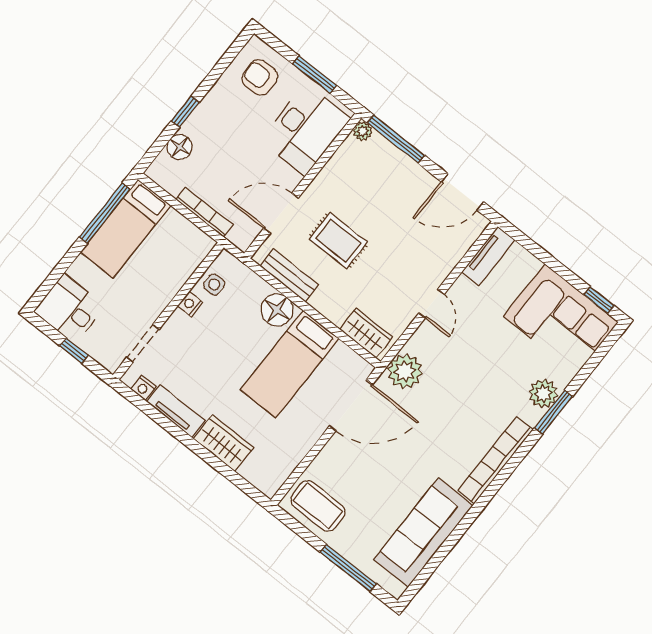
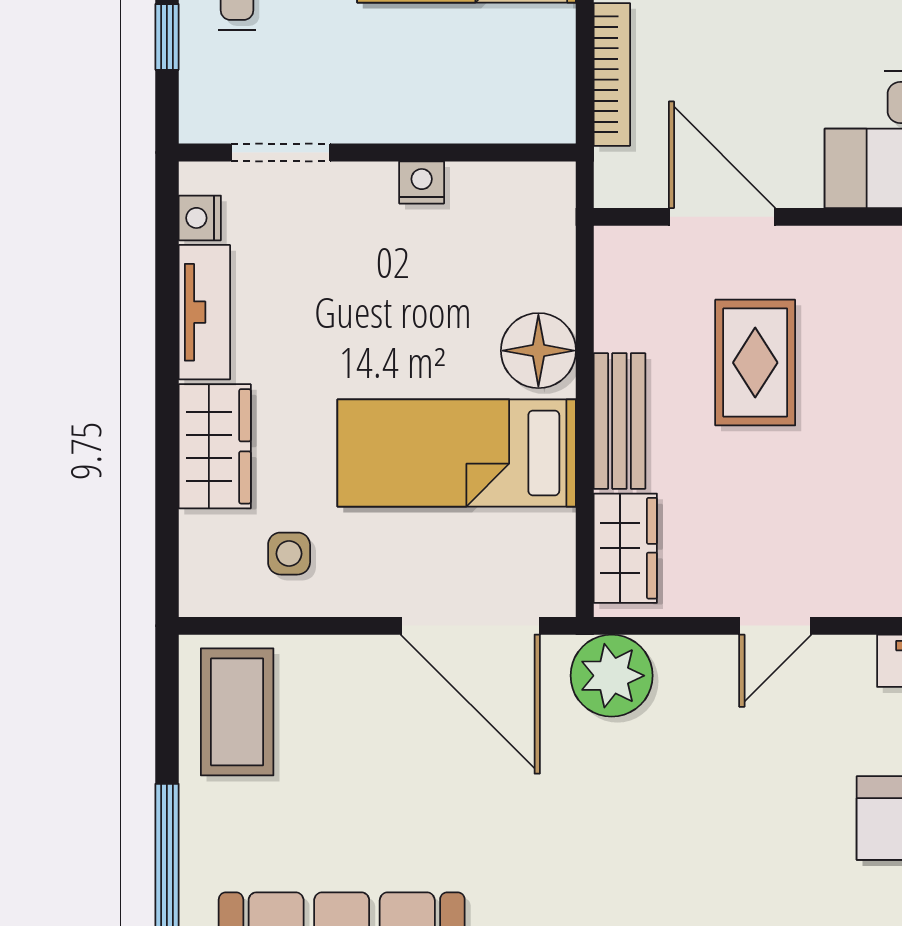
bench: (289, 275) -> (619, 421), moved
side table: (214, 284) -> (289, 554), moved

